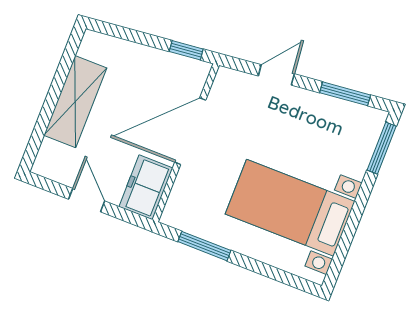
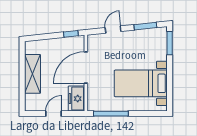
door: (87, 200) -> (54, 114), hinge flipped
window: (204, 246) -> (111, 114), width x1.44

